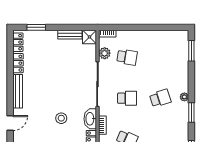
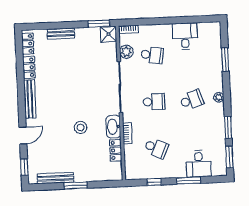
window: (36, 27) -> (99, 24), moved
bench: (70, 35) -> (61, 34), moved
desk: (157, 42) -> (185, 36), added
window: (191, 51) -> (225, 59), moved
window: (191, 113) -> (228, 127), moved

